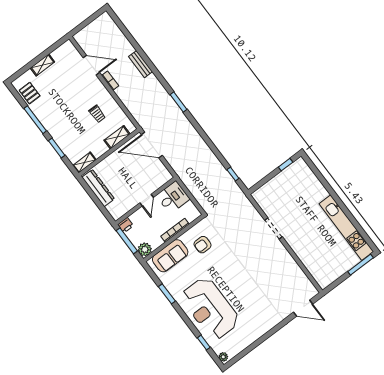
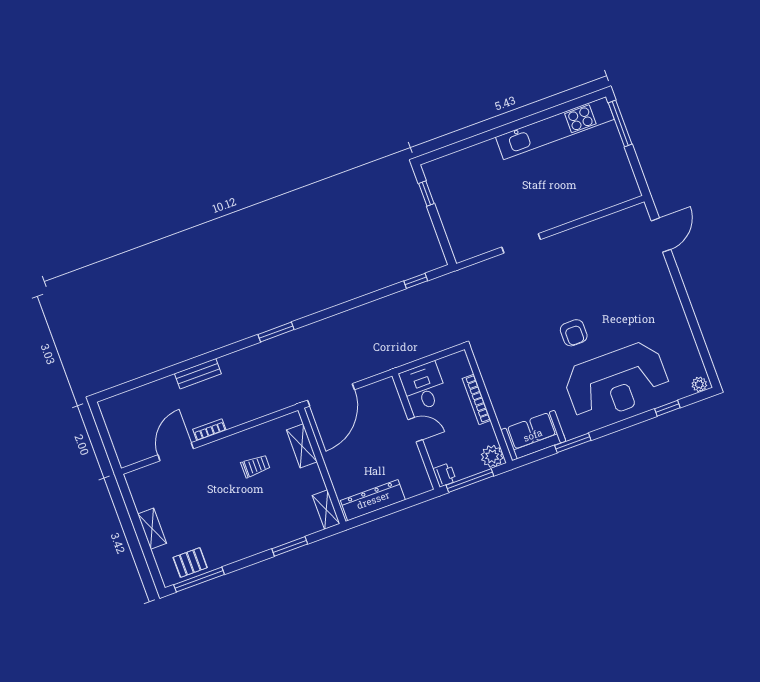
window: (35, 120) -> (199, 580), moved
armchair: (203, 245) -> (574, 333), moved
sofa: (170, 256) -> (533, 435), moved, turned -90

